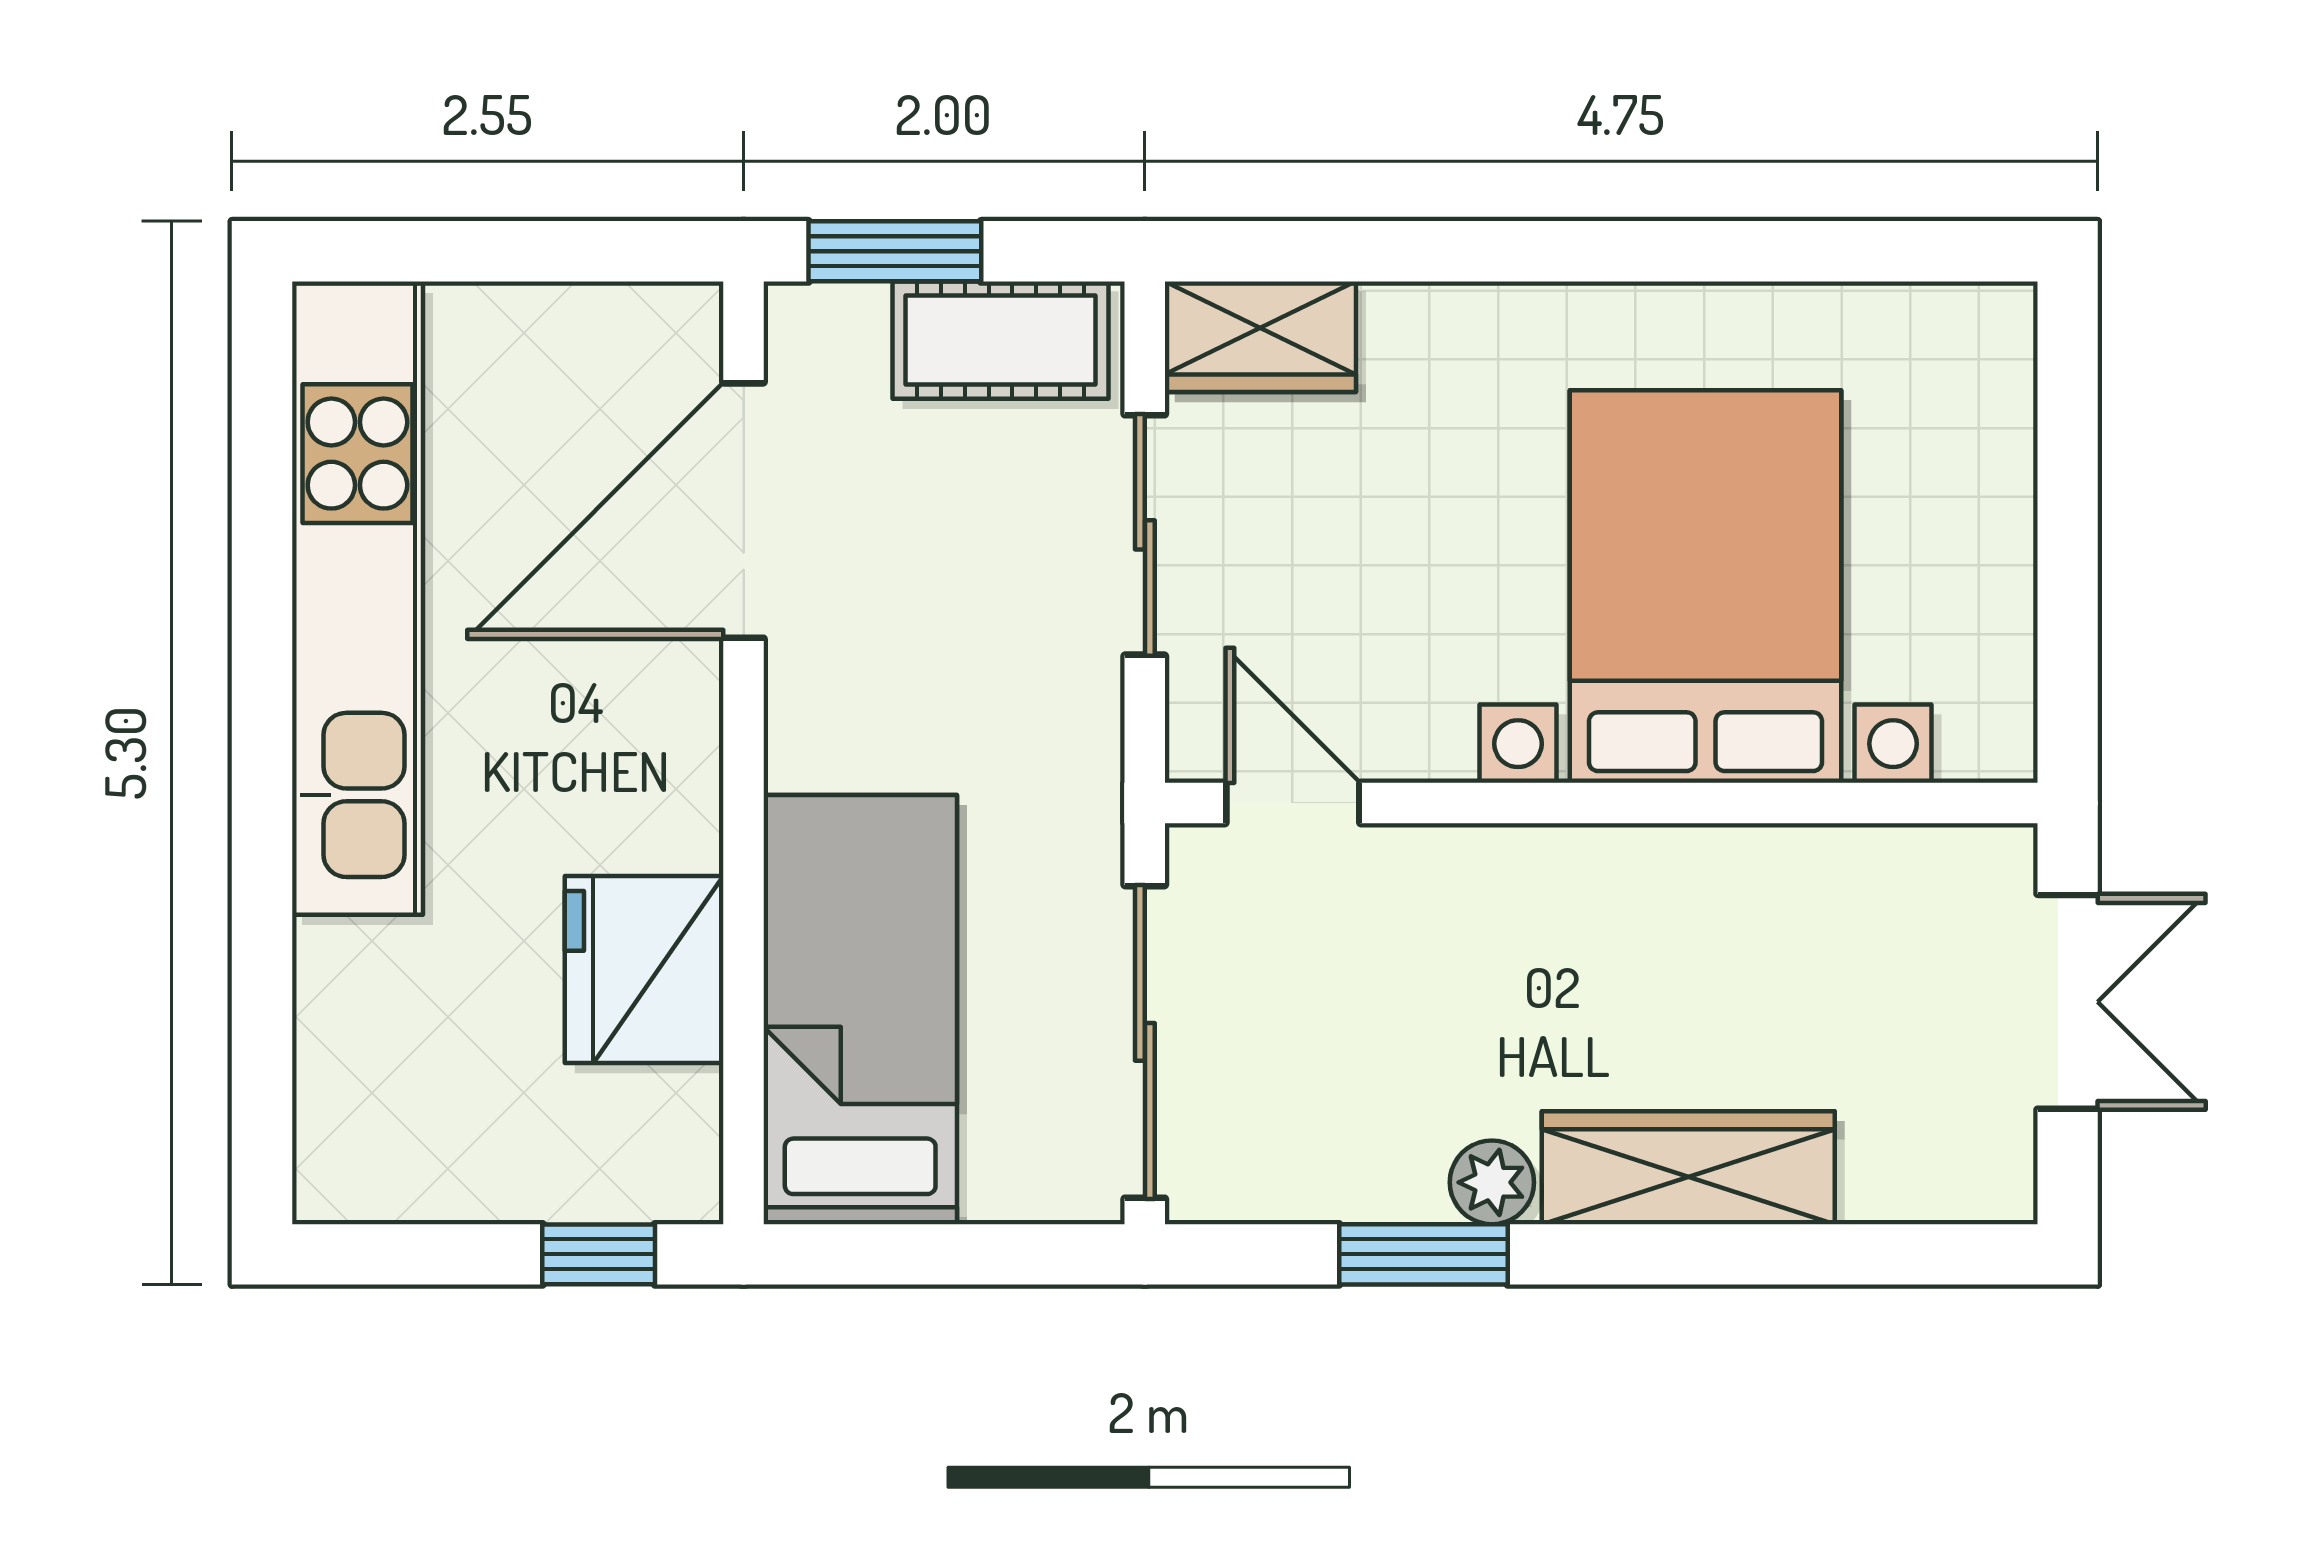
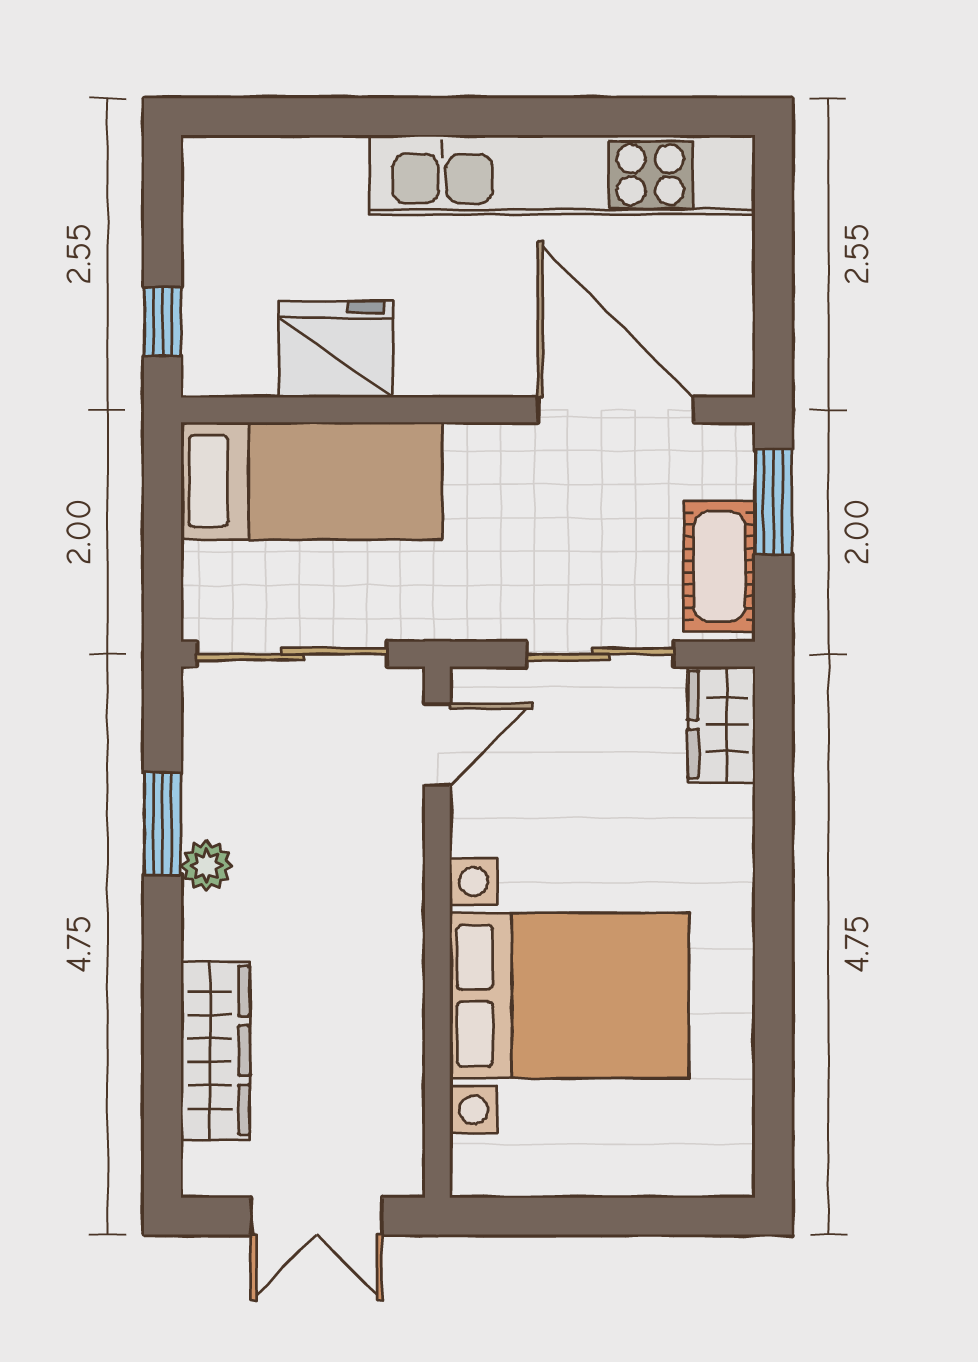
wardrobe: (1688, 1168) -> (215, 1050), moved

